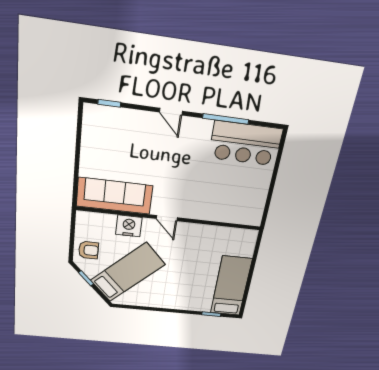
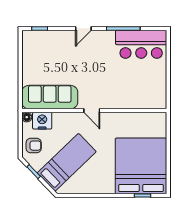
door: (171, 112) -> (83, 28), hinge flipped
floor lamp: (82, 217) -> (27, 117), added
nightstand: (129, 226) -> (42, 121), moved
bed: (231, 286) -> (141, 166), width x2.04

